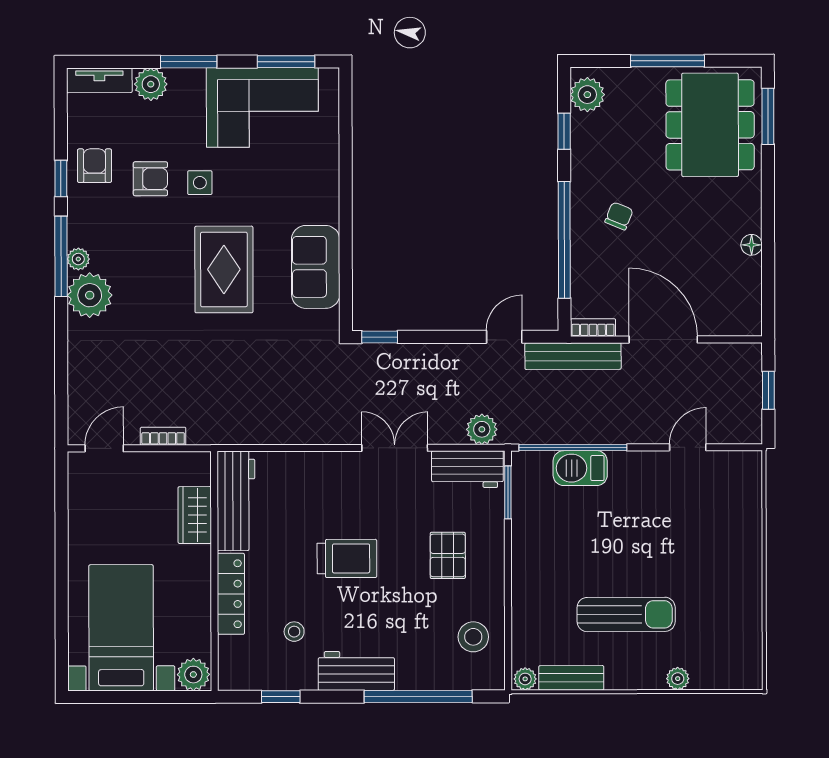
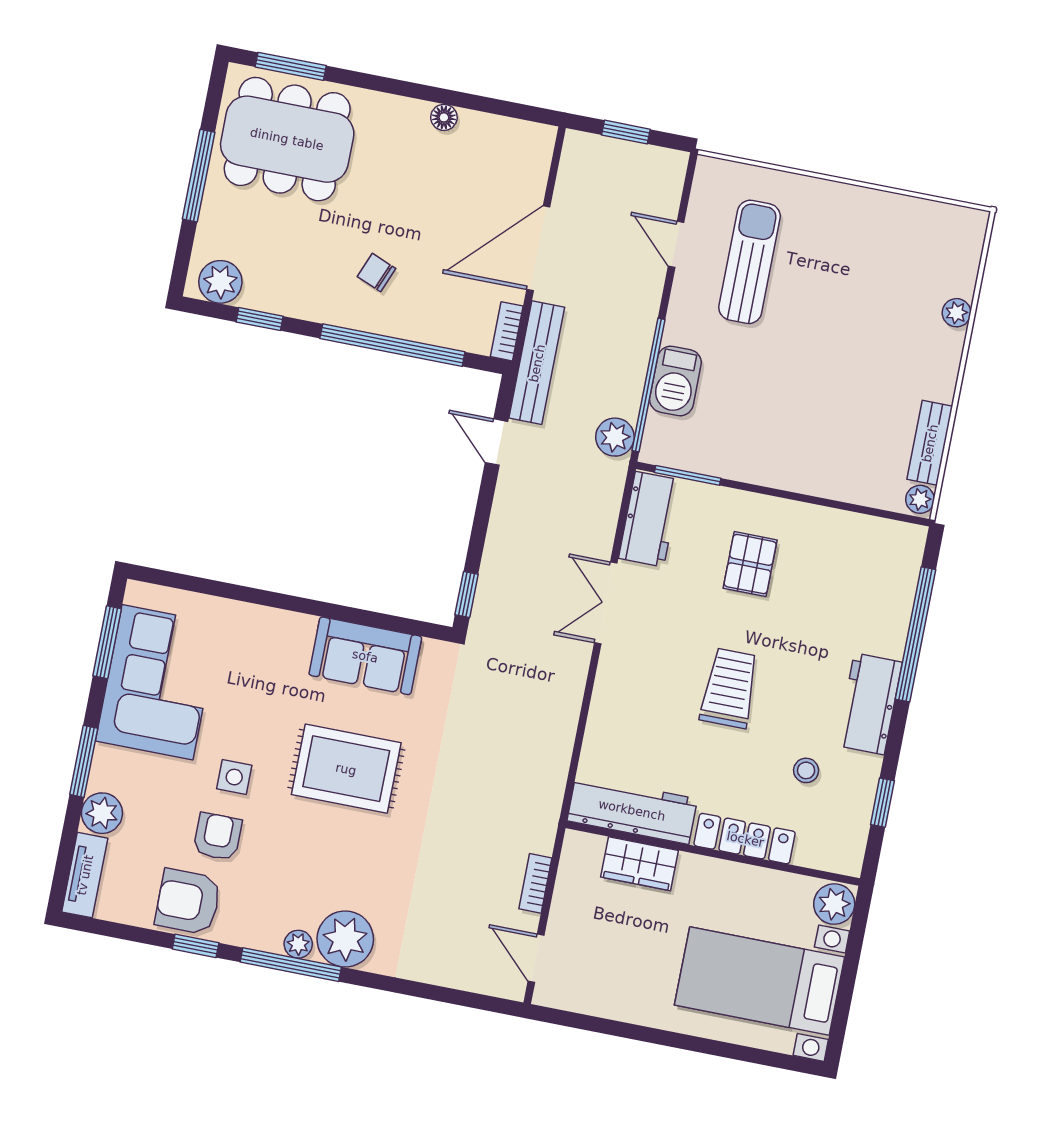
armchair: (94, 166) -> (188, 902), width x1.38, depth x1.38
plant: (482, 429) -> (615, 437), moved
pallet: (448, 555) -> (750, 564), turned 90
sun lounger: (626, 614) -> (750, 262), moved
stool: (473, 637) -> (856, 553), removed

